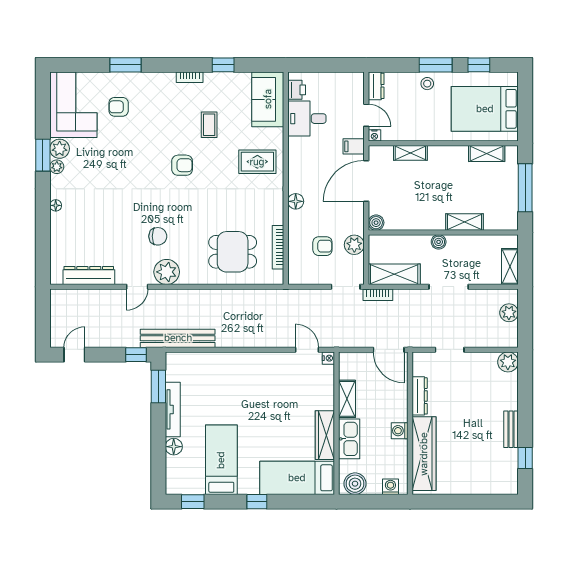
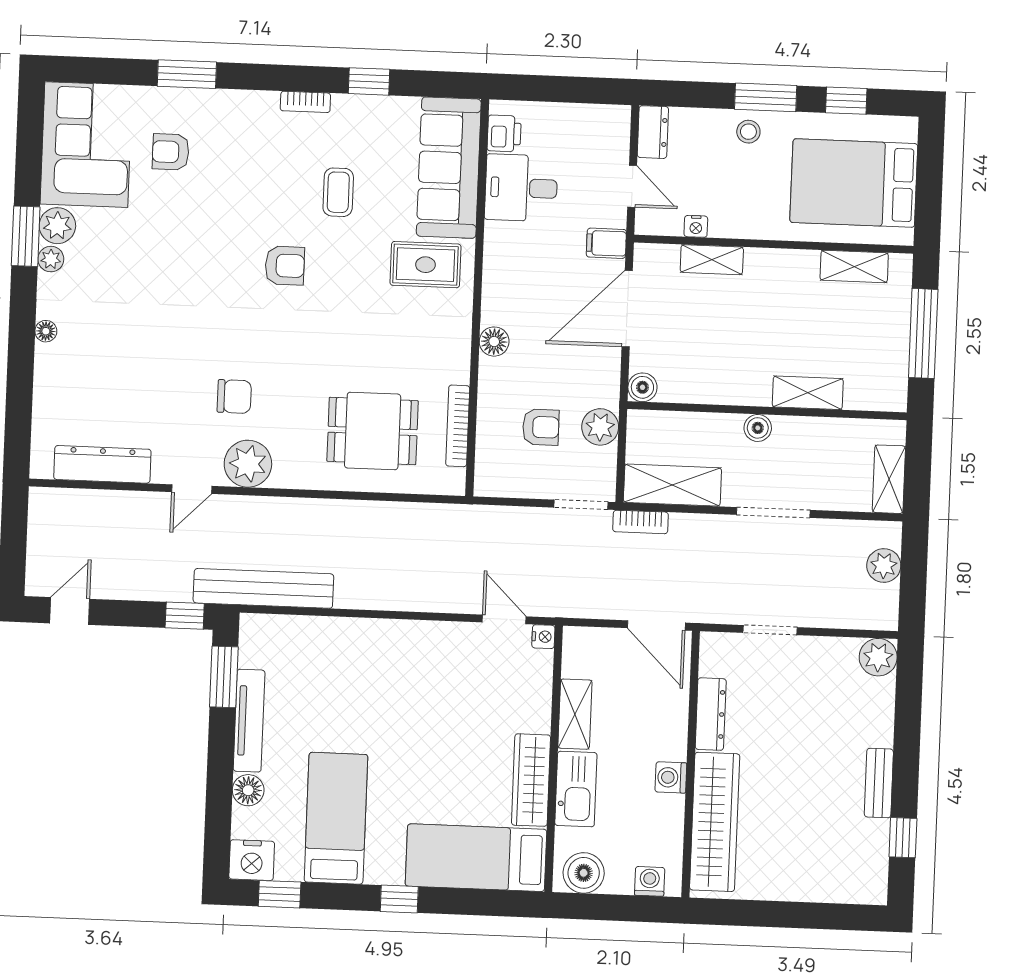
sofa: (268, 99) -> (449, 168), width x1.36
nightstand: (374, 135) -> (696, 226), moved
nightstand: (177, 484) -> (252, 860), added

